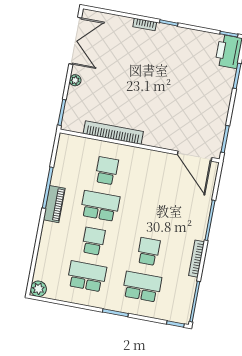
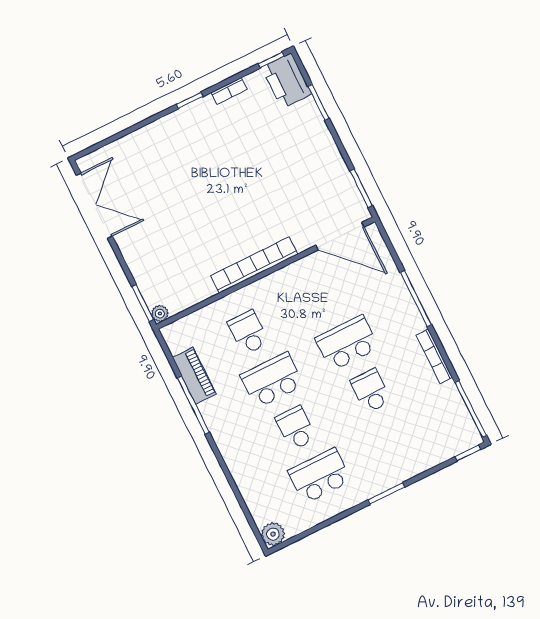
bookcase: (145, 24) -> (229, 91), moved
plant: (75, 80) -> (160, 314), moved
bookcase: (113, 133) -> (254, 265), moved
piano: (54, 204) -> (194, 376), moved
school desk: (142, 287) -> (347, 343), moved

